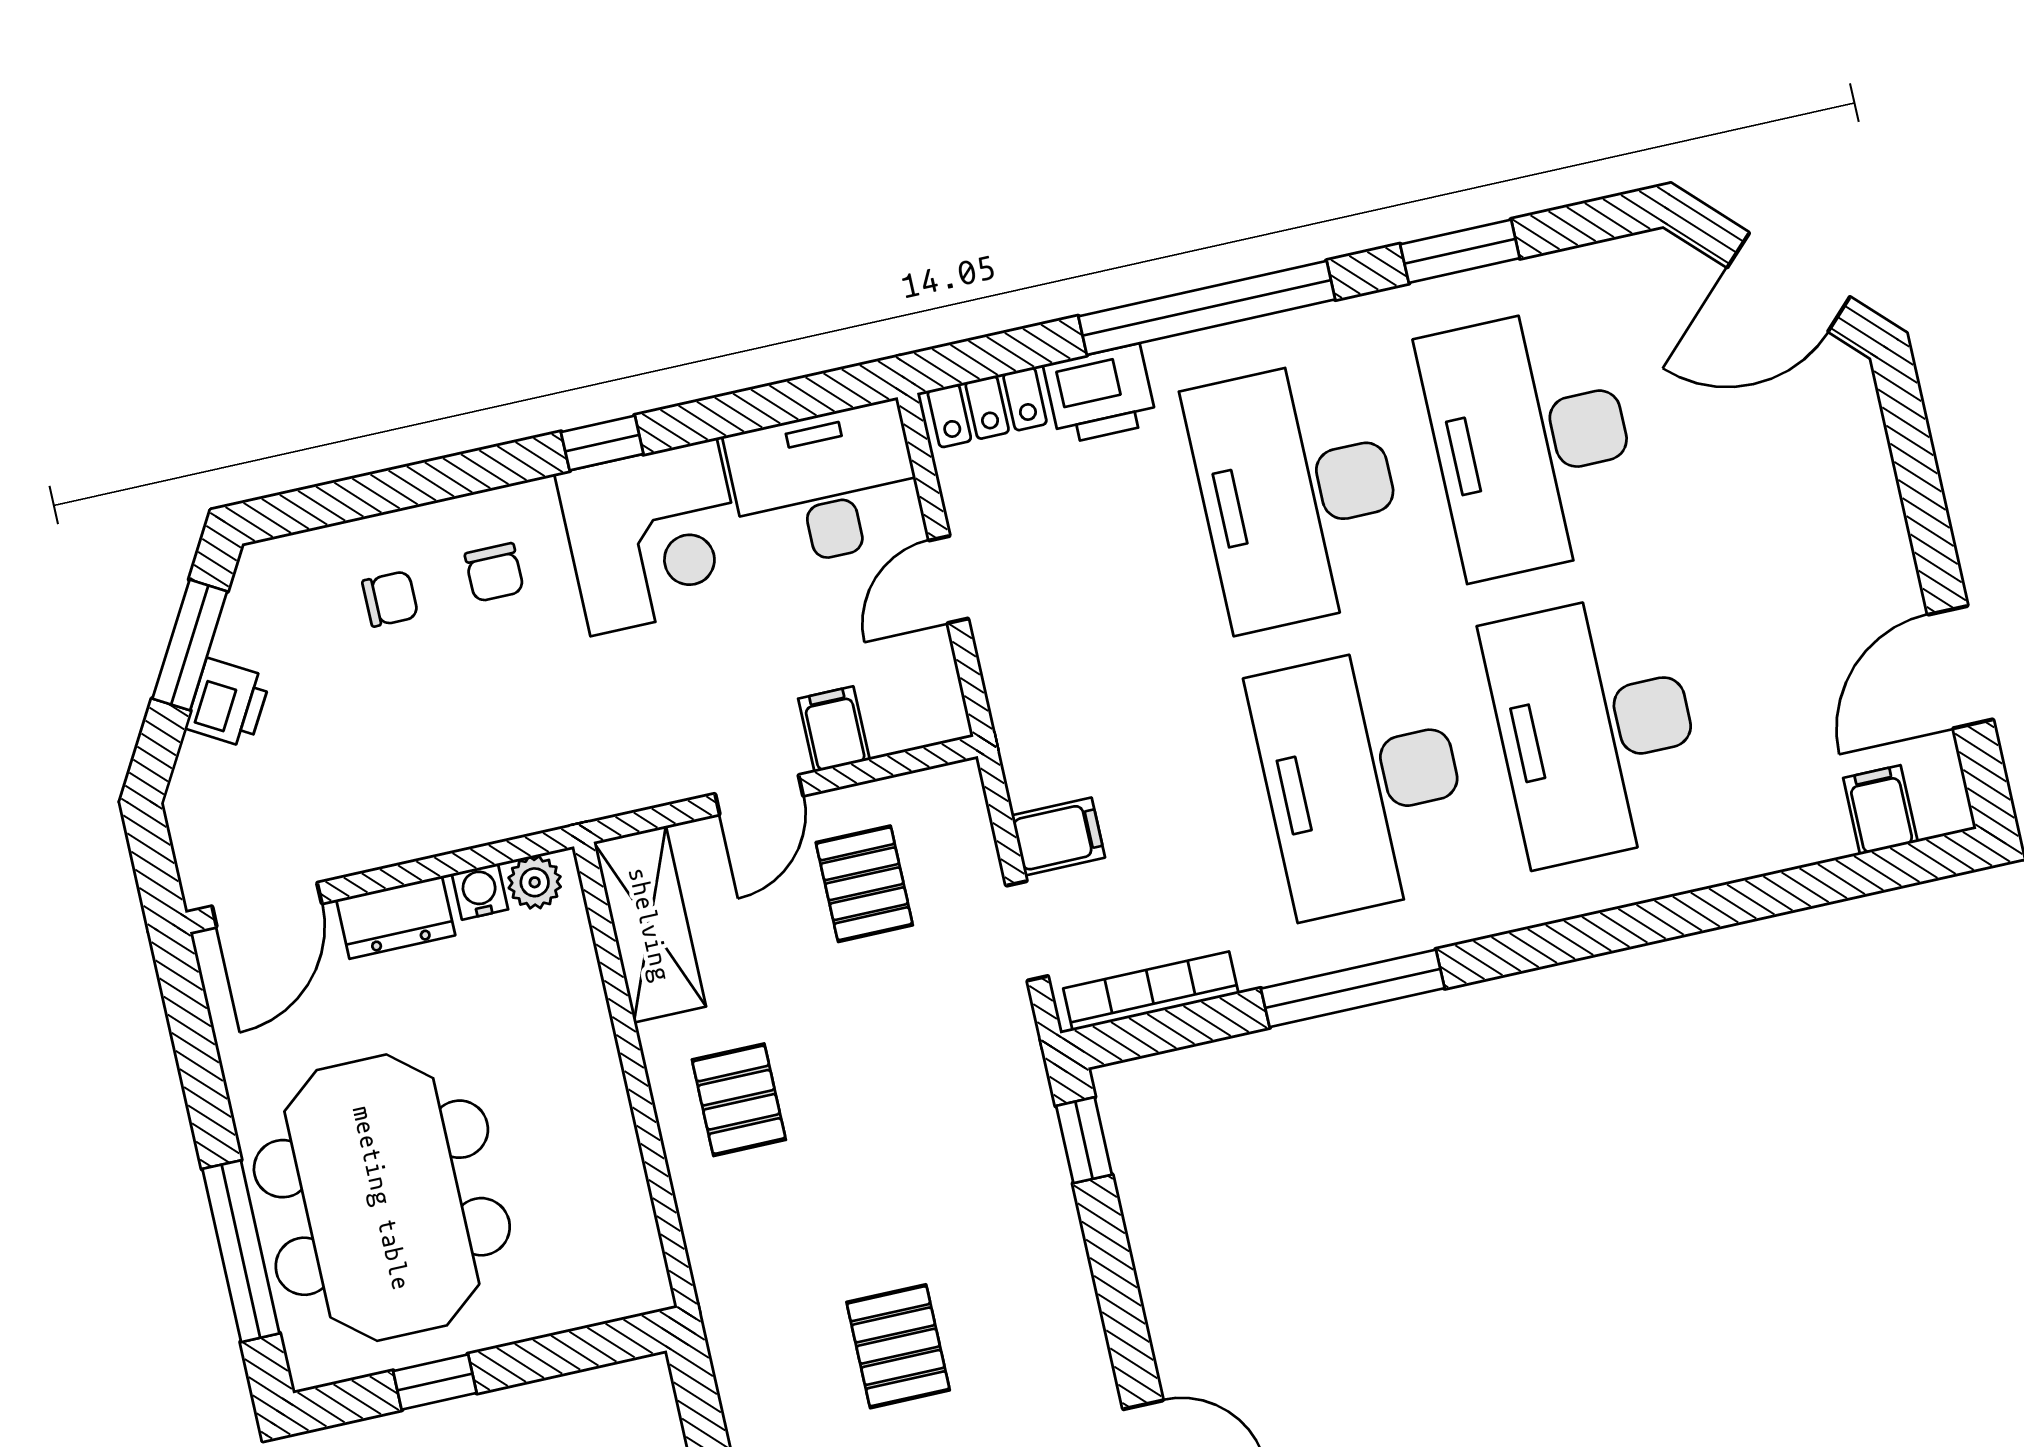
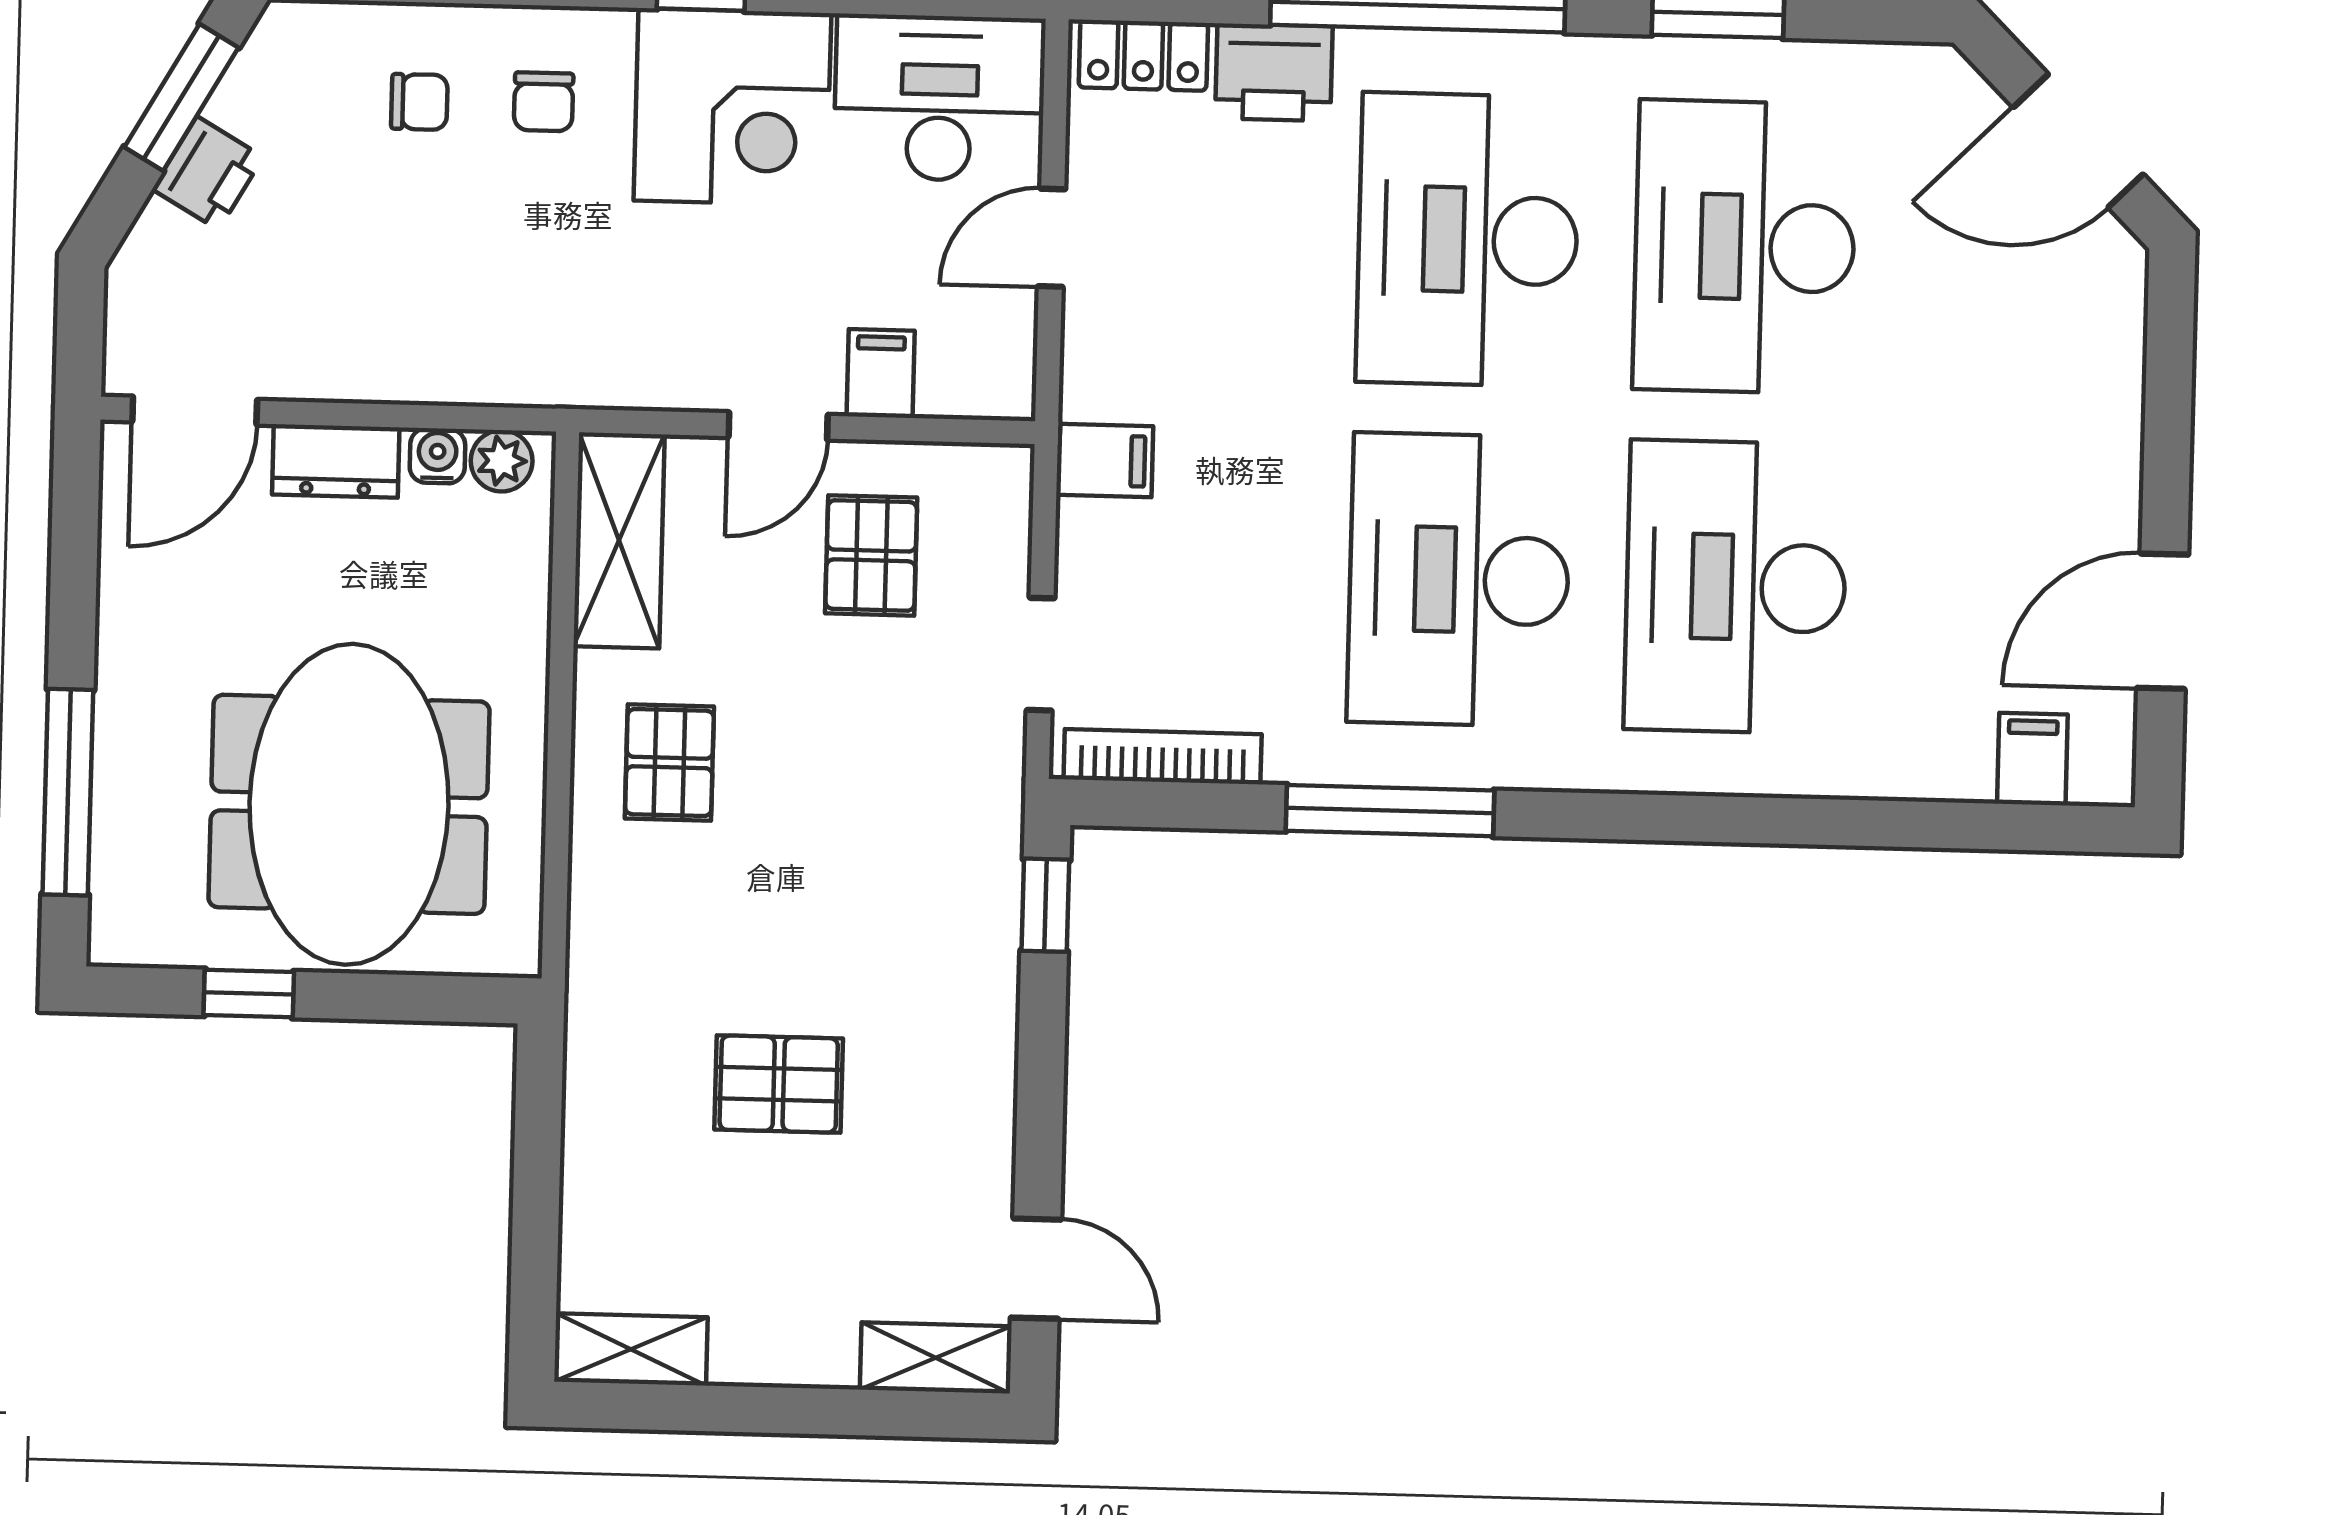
filing cabinet: (1058, 836) -> (1105, 461), moved
meeting table: (382, 1198) -> (349, 804), moved
pallet: (898, 1346) -> (779, 1084), turned 90

